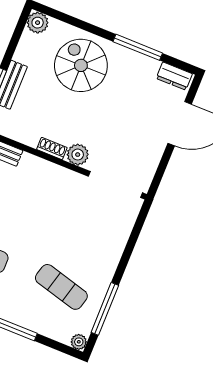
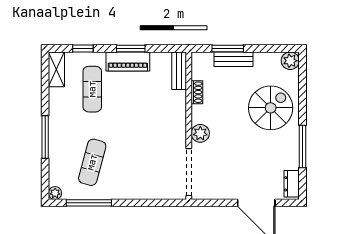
shoe rack: (52, 148) -> (197, 92), moved

